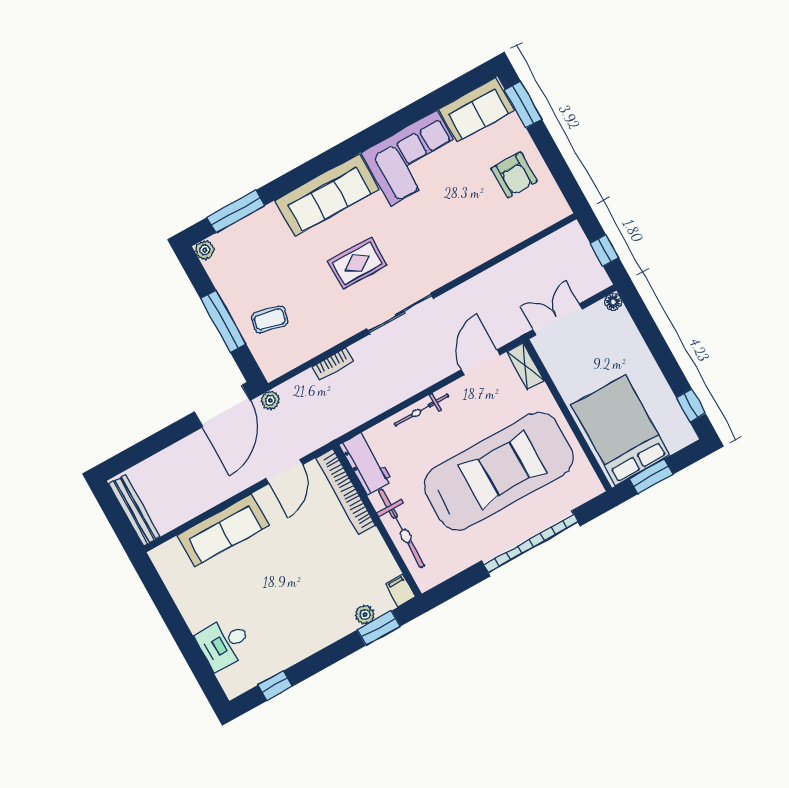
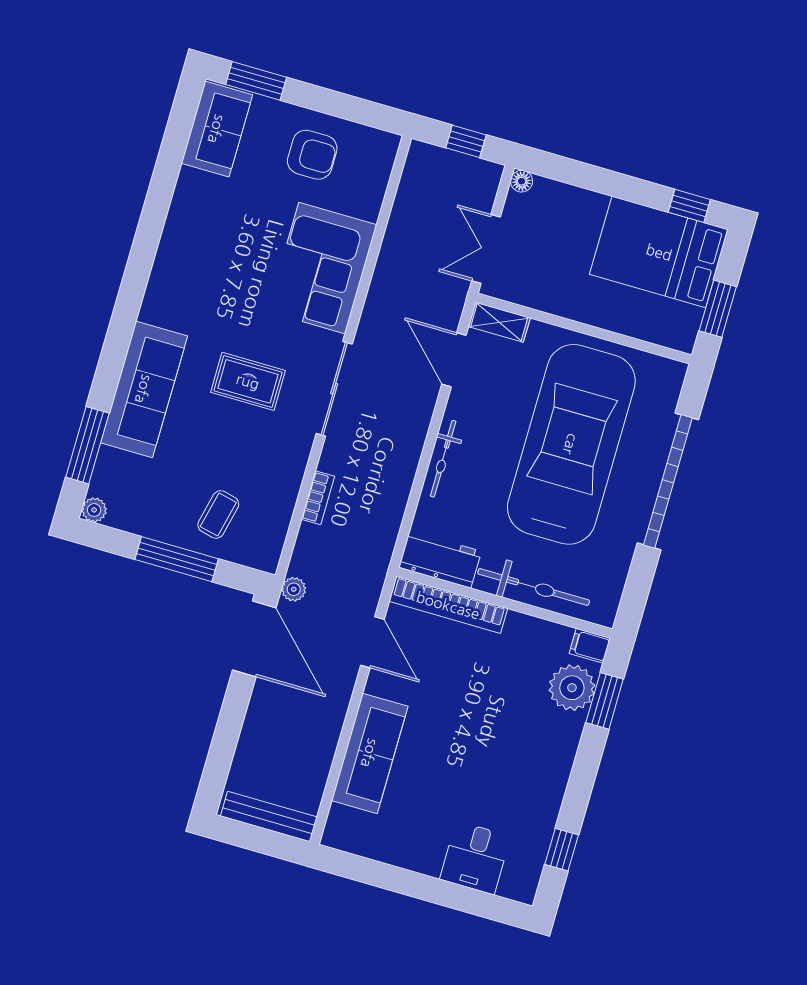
corner sofa: (414, 158) -> (322, 268), moved, turned 180
sofa: (327, 195) -> (144, 389), moved
rug: (357, 263) -> (248, 381), turned 90
bed: (621, 430) -> (659, 252), moved
plant: (365, 615) -> (572, 688), width x1.88, depth x1.88

